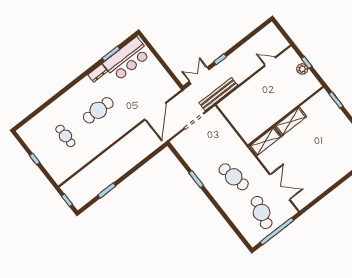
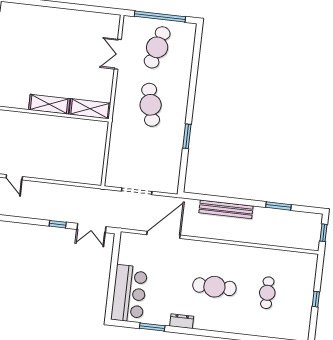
bar counter: (127, 59) -> (129, 294), moved, turned 90
bench: (218, 94) -> (226, 209), moved
double door: (280, 187) -> (118, 54), width x0.73

